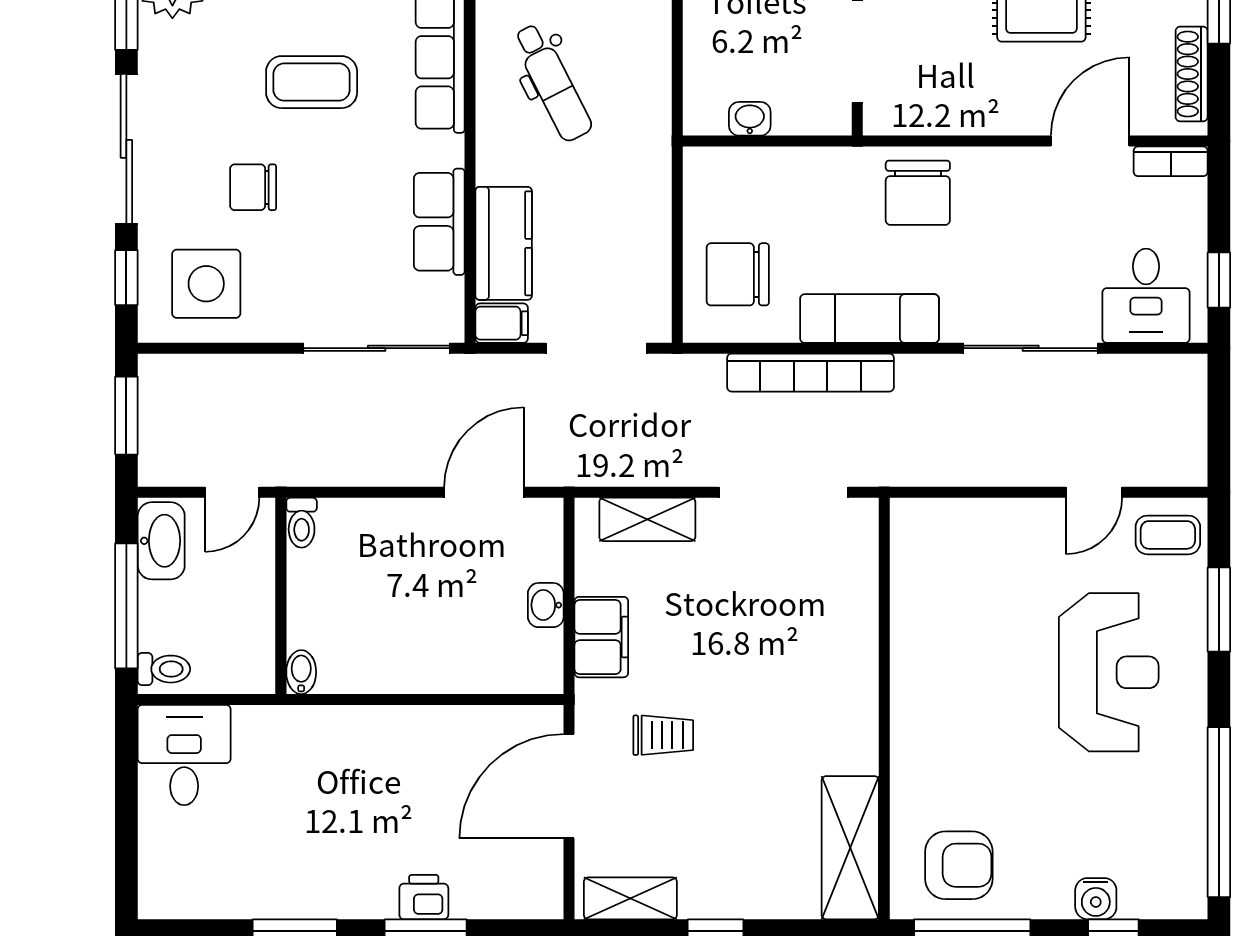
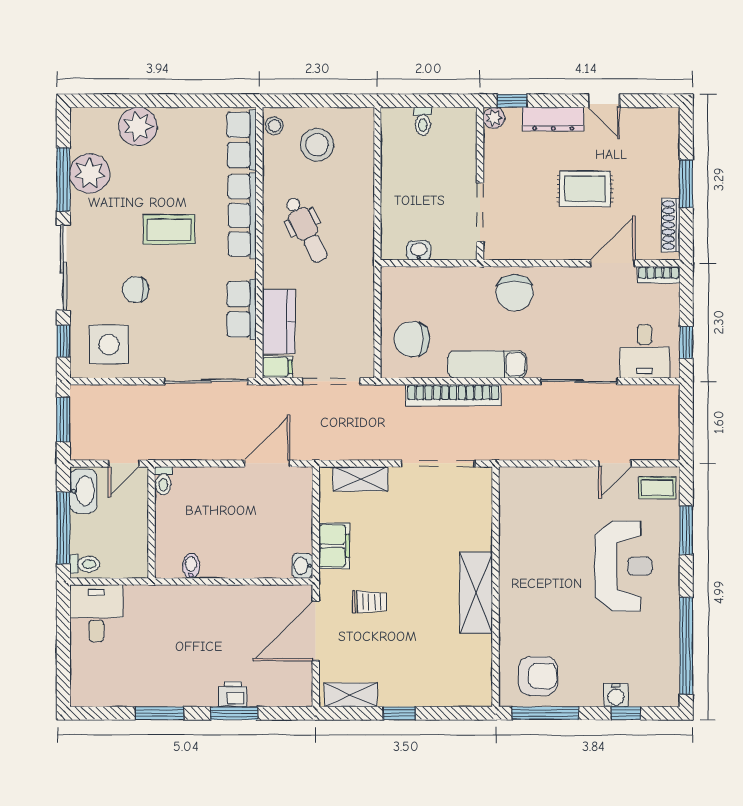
washbasin: (546, 605) -> (302, 566), moved
bidet: (301, 672) -> (191, 566), moved
shelving: (850, 848) -> (476, 593), moved

